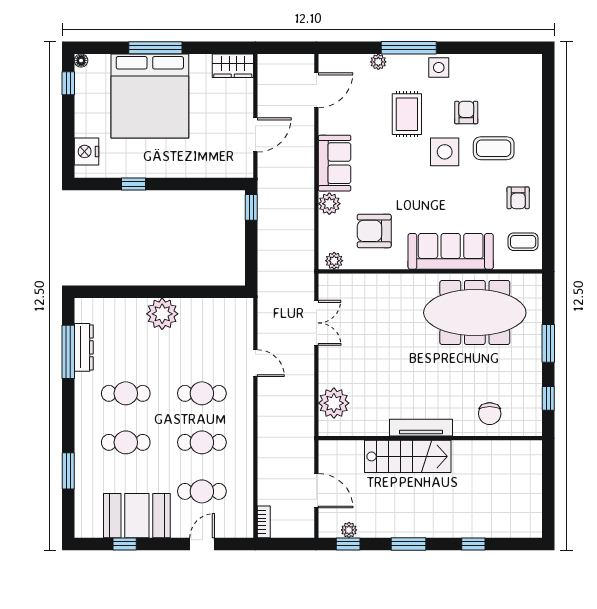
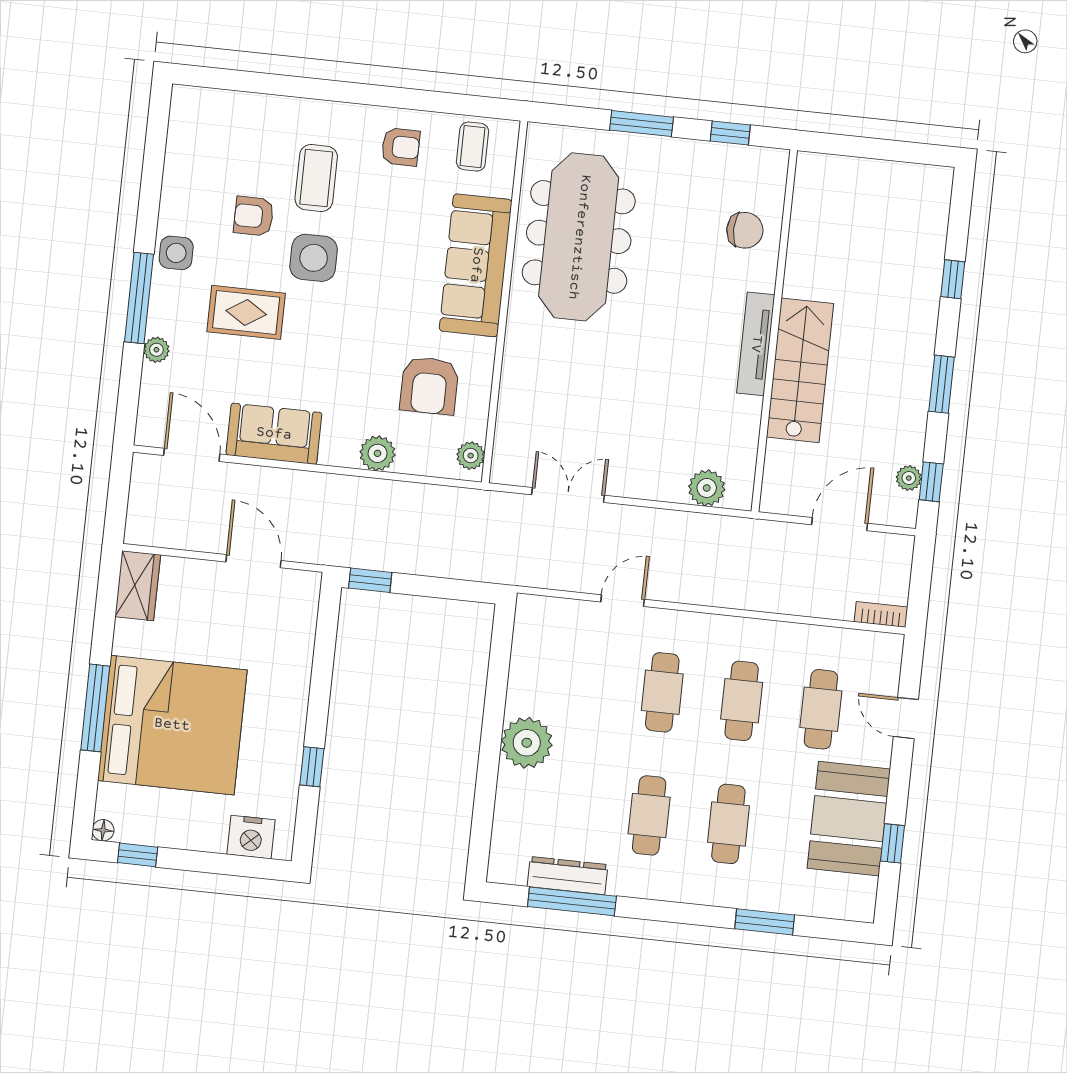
sofa: (335, 163) -> (274, 434), moved
plant: (334, 403) -> (707, 488), width x0.73, depth x0.73

